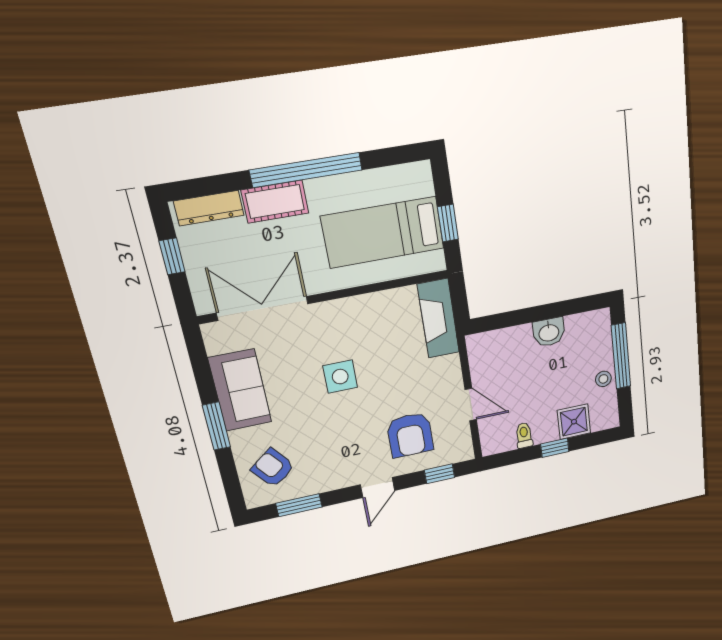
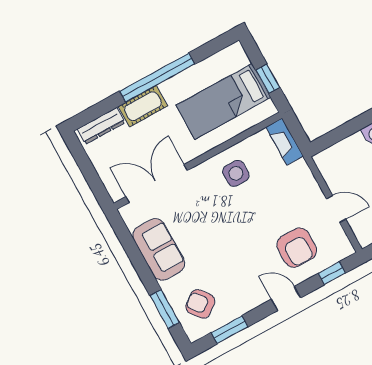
window: (172, 256) -> (86, 167), removed
fireplace: (438, 318) -> (285, 142), width x0.73, depth x0.76
side table: (340, 377) -> (236, 173), moved
window: (216, 426) -> (165, 309), moved
door: (377, 488) -> (286, 298), swing flipped

